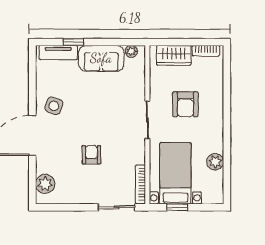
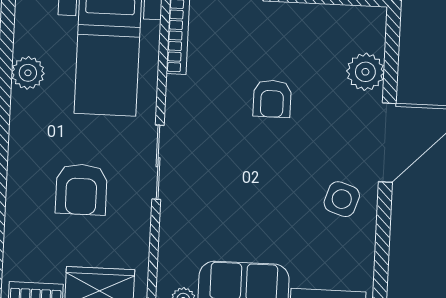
armchair: (185, 104) -> (81, 189), turned 180
plant: (45, 184) -> (365, 72), moved

